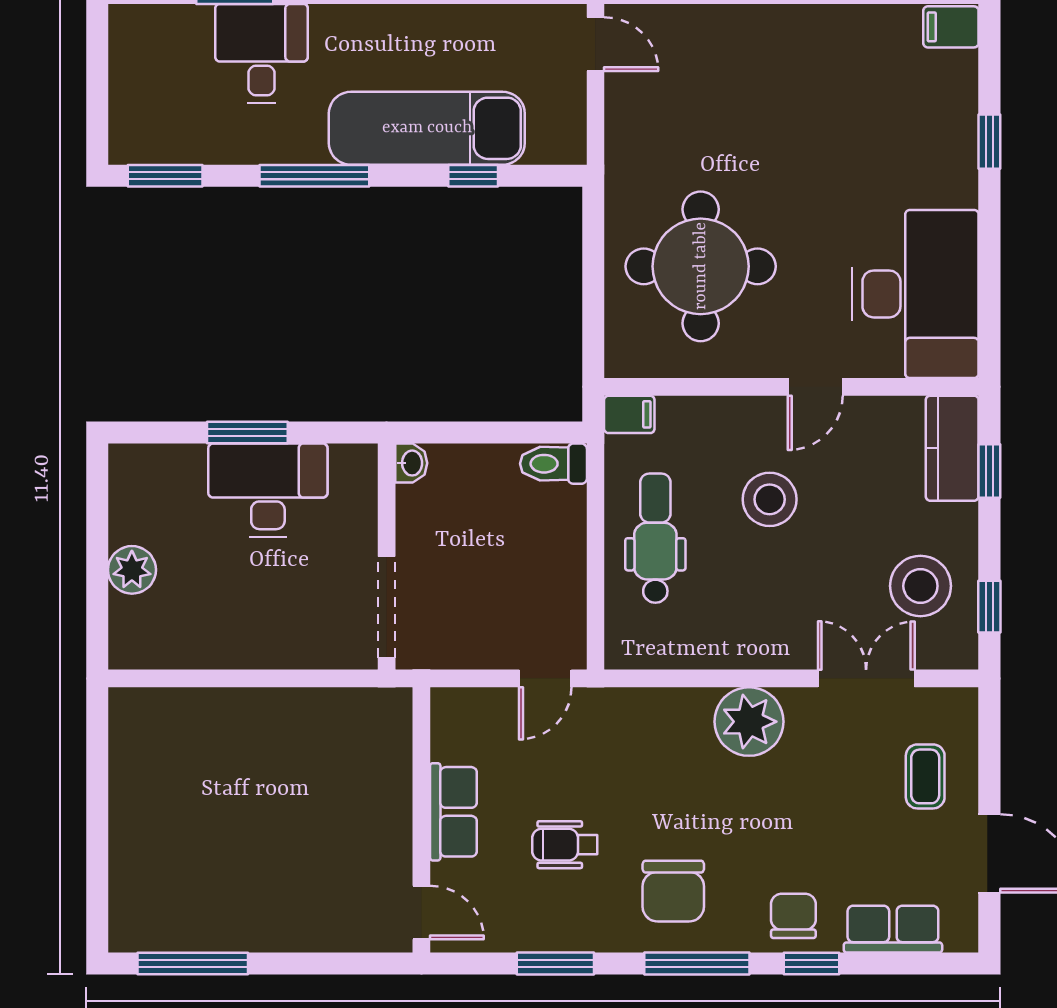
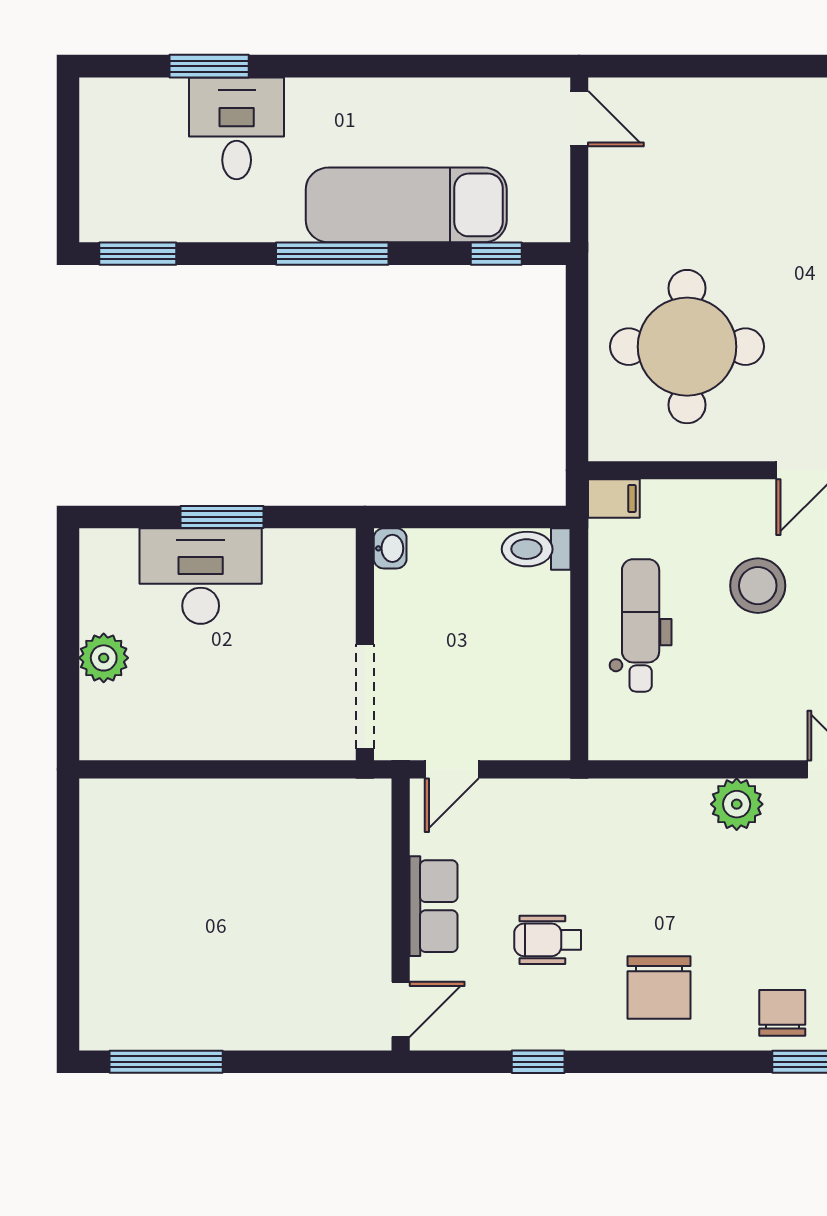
window: (314, 176) -> (332, 254), moved
window: (473, 176) -> (496, 254), moved
desk: (268, 490) -> (201, 576), moved
door: (545, 678) -> (452, 769), moved
plant: (749, 722) -> (737, 804), width x0.73, depth x0.73
door: (421, 912) -> (401, 1009), hinge flipped
window: (555, 964) -> (538, 1062), width x0.67
window: (697, 964) -> (683, 1062), removed

